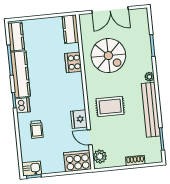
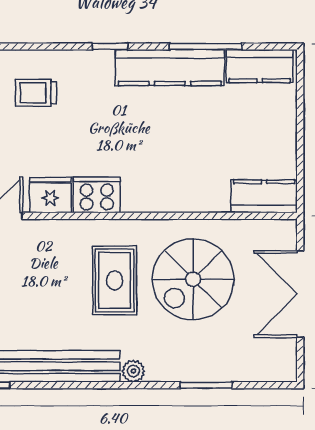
cooker: (73, 62) -> (97, 195), moved
dishwasher: (23, 105) -> (96, 65), removed
rug: (110, 106) -> (115, 280), moved

